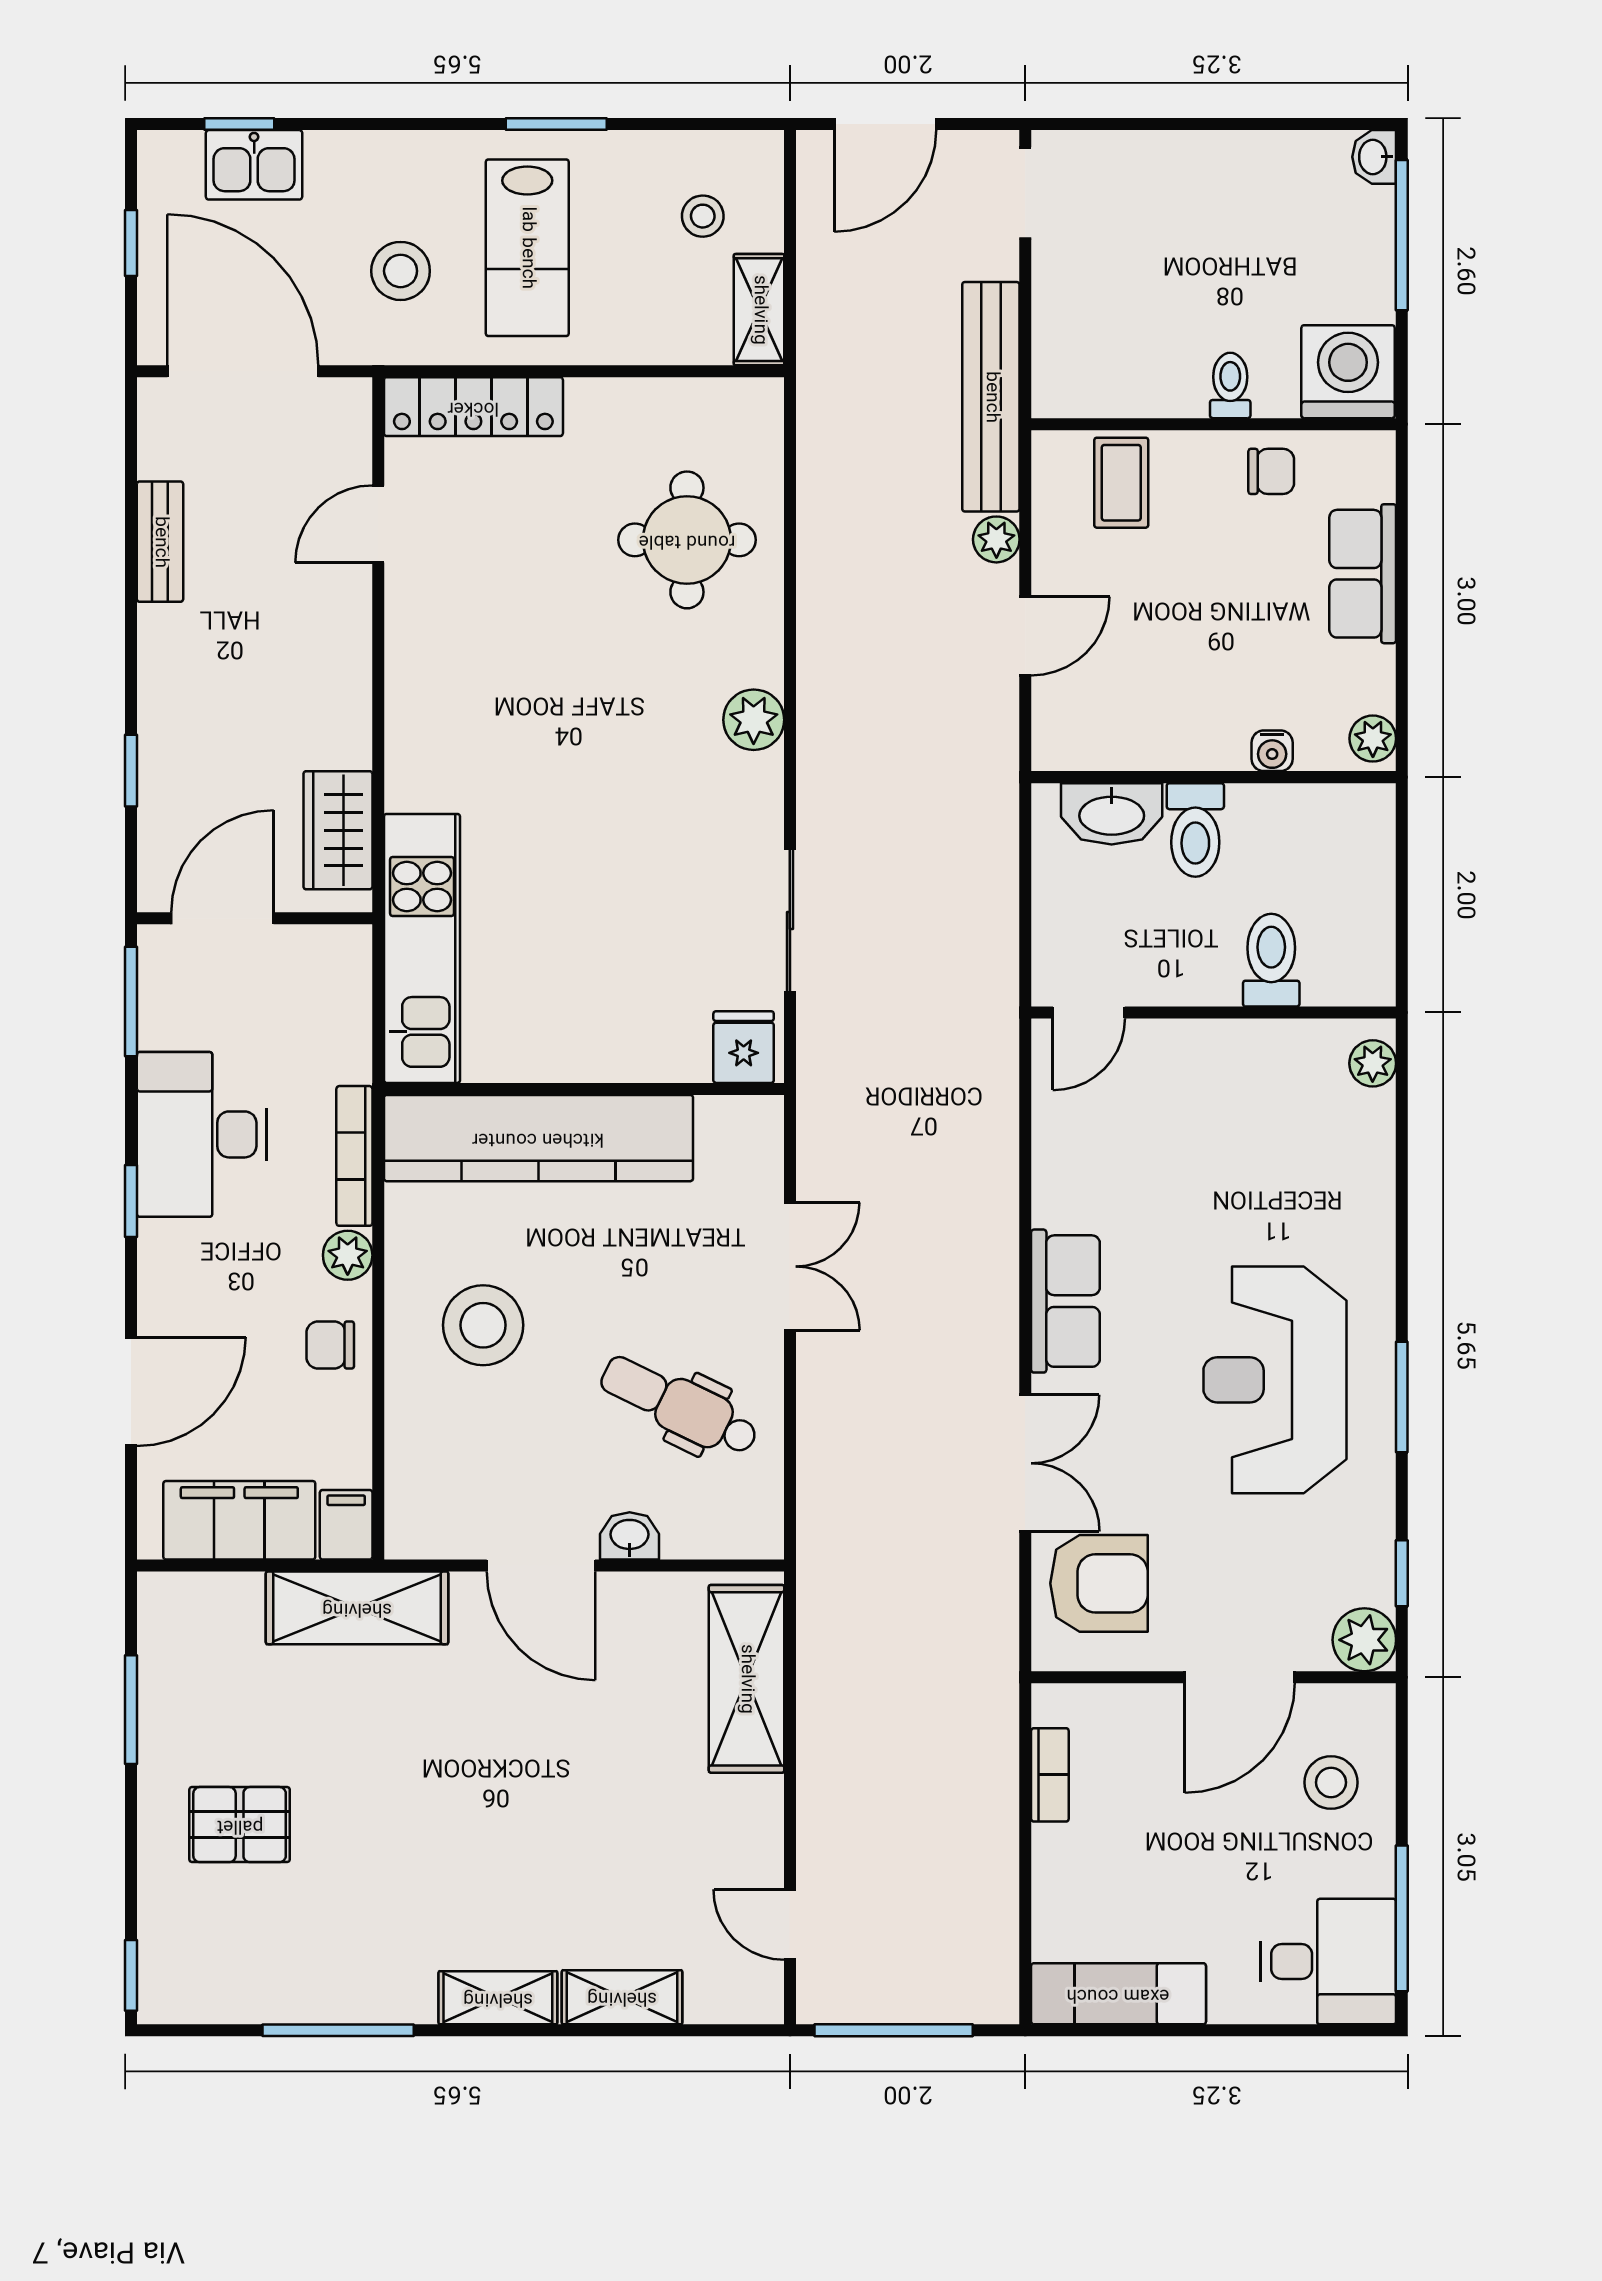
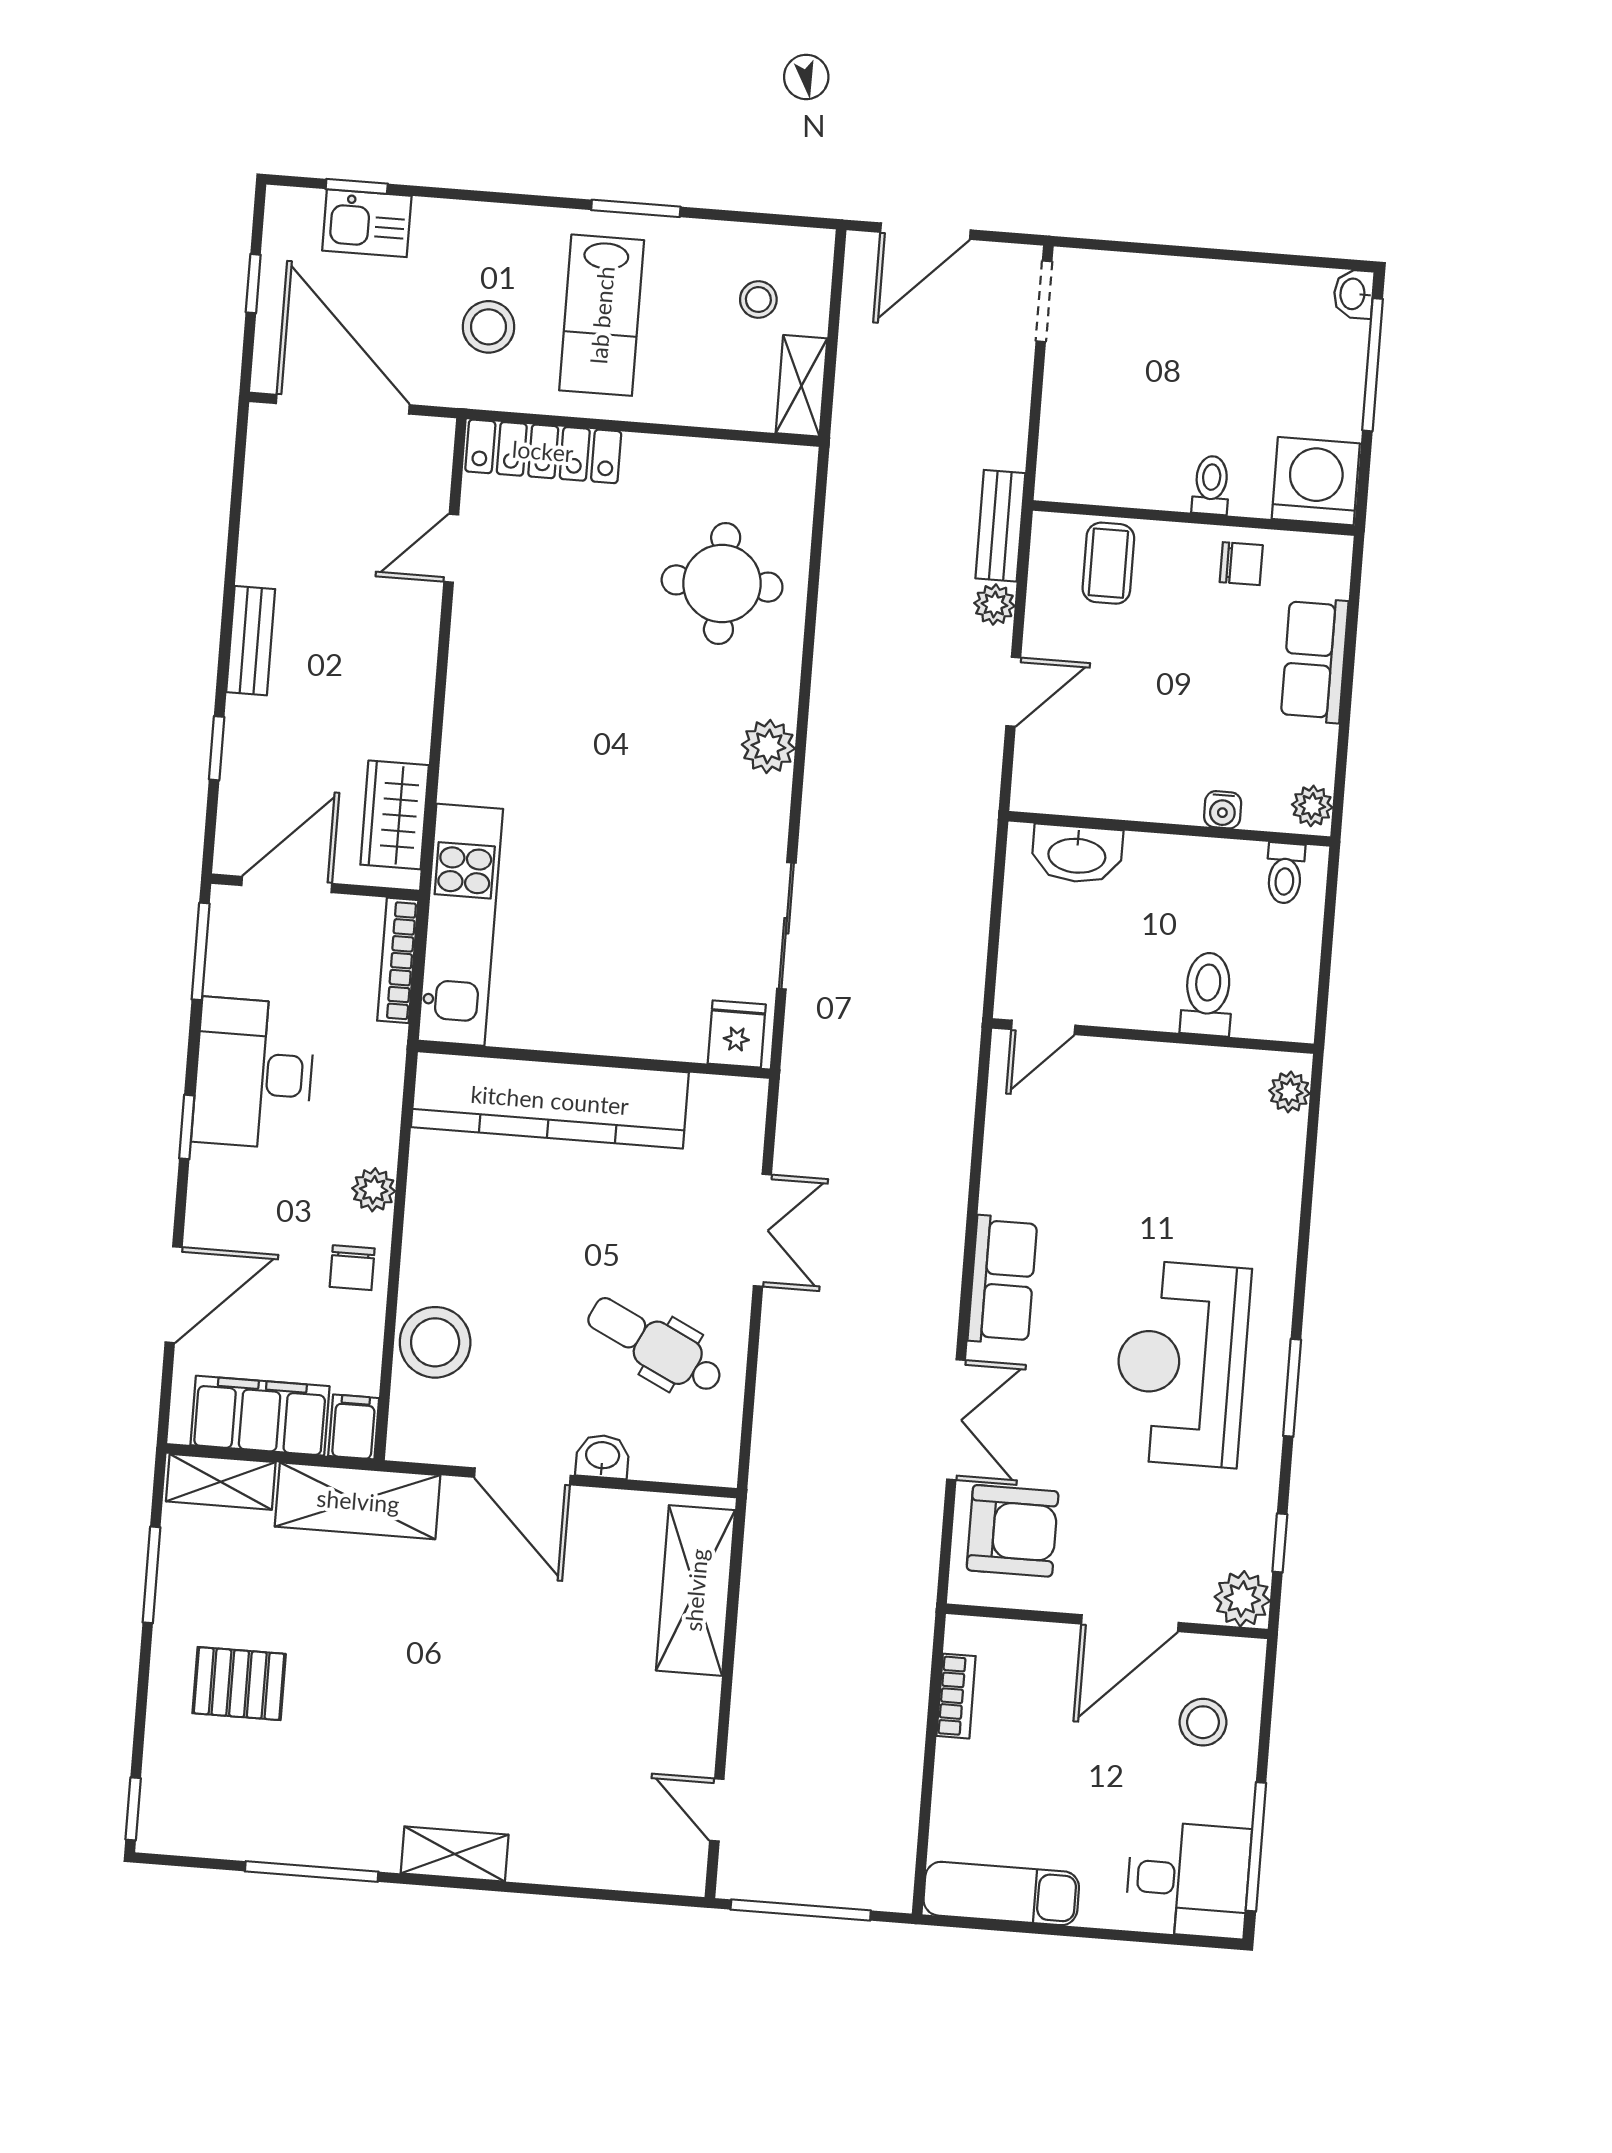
bench: (991, 397) -> (1000, 526), width x0.54, depth x0.82
bench: (160, 542) -> (251, 641), moved
toilet: (1195, 830) -> (1285, 873), moved, width x0.73, depth x0.72
bookcase: (354, 1156) -> (398, 960), moved
stool: (483, 1325) -> (435, 1342), moved
chair: (330, 1345) -> (352, 1268), turned -90
shelving: (622, 1997) -> (221, 1482), moved

